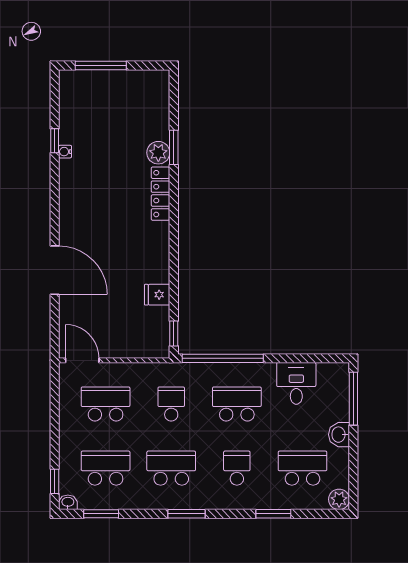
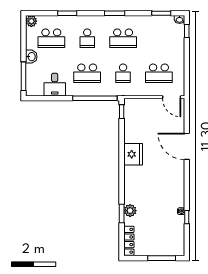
locker: (160, 194) -> (129, 241), moved
fridge: (157, 295) -> (133, 154), moved, width x1.88, depth x1.34
school desk: (106, 468) -> (159, 38), removed

